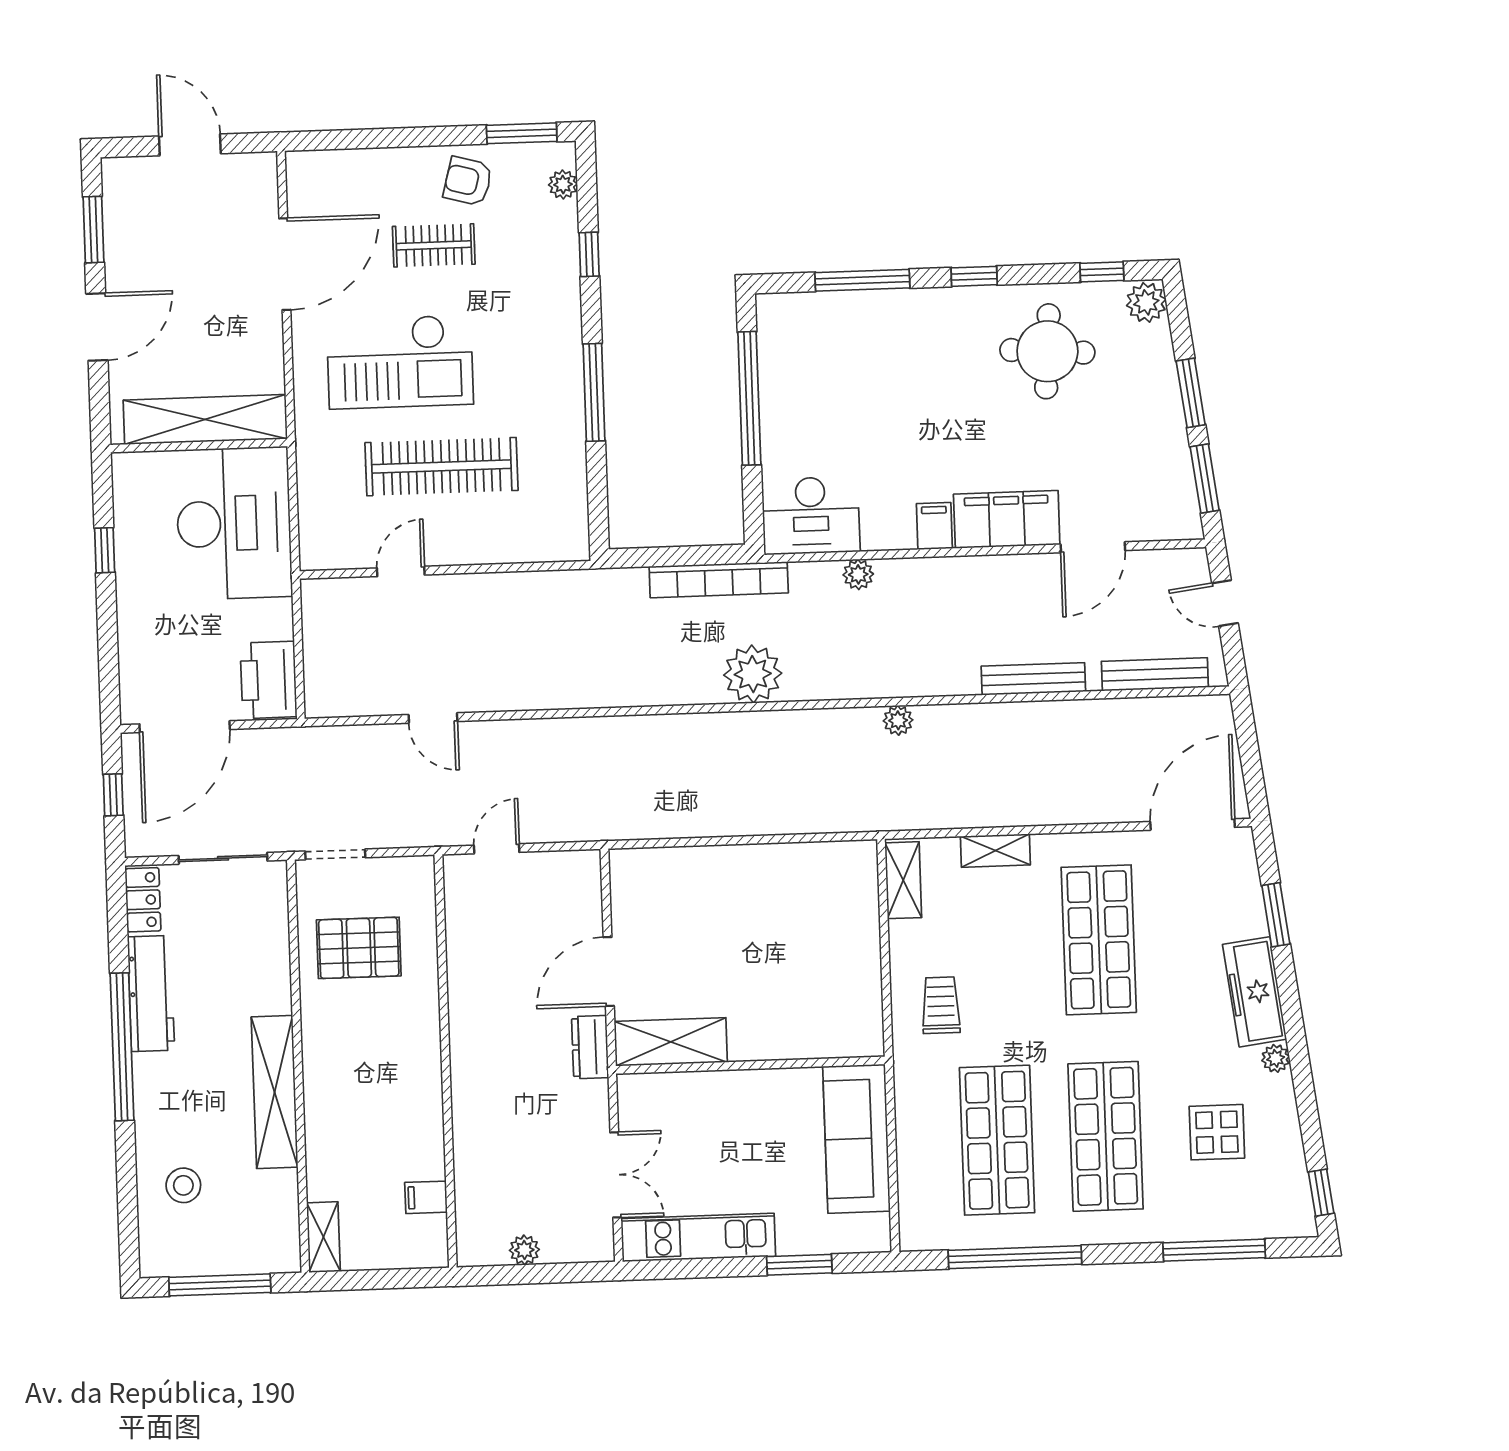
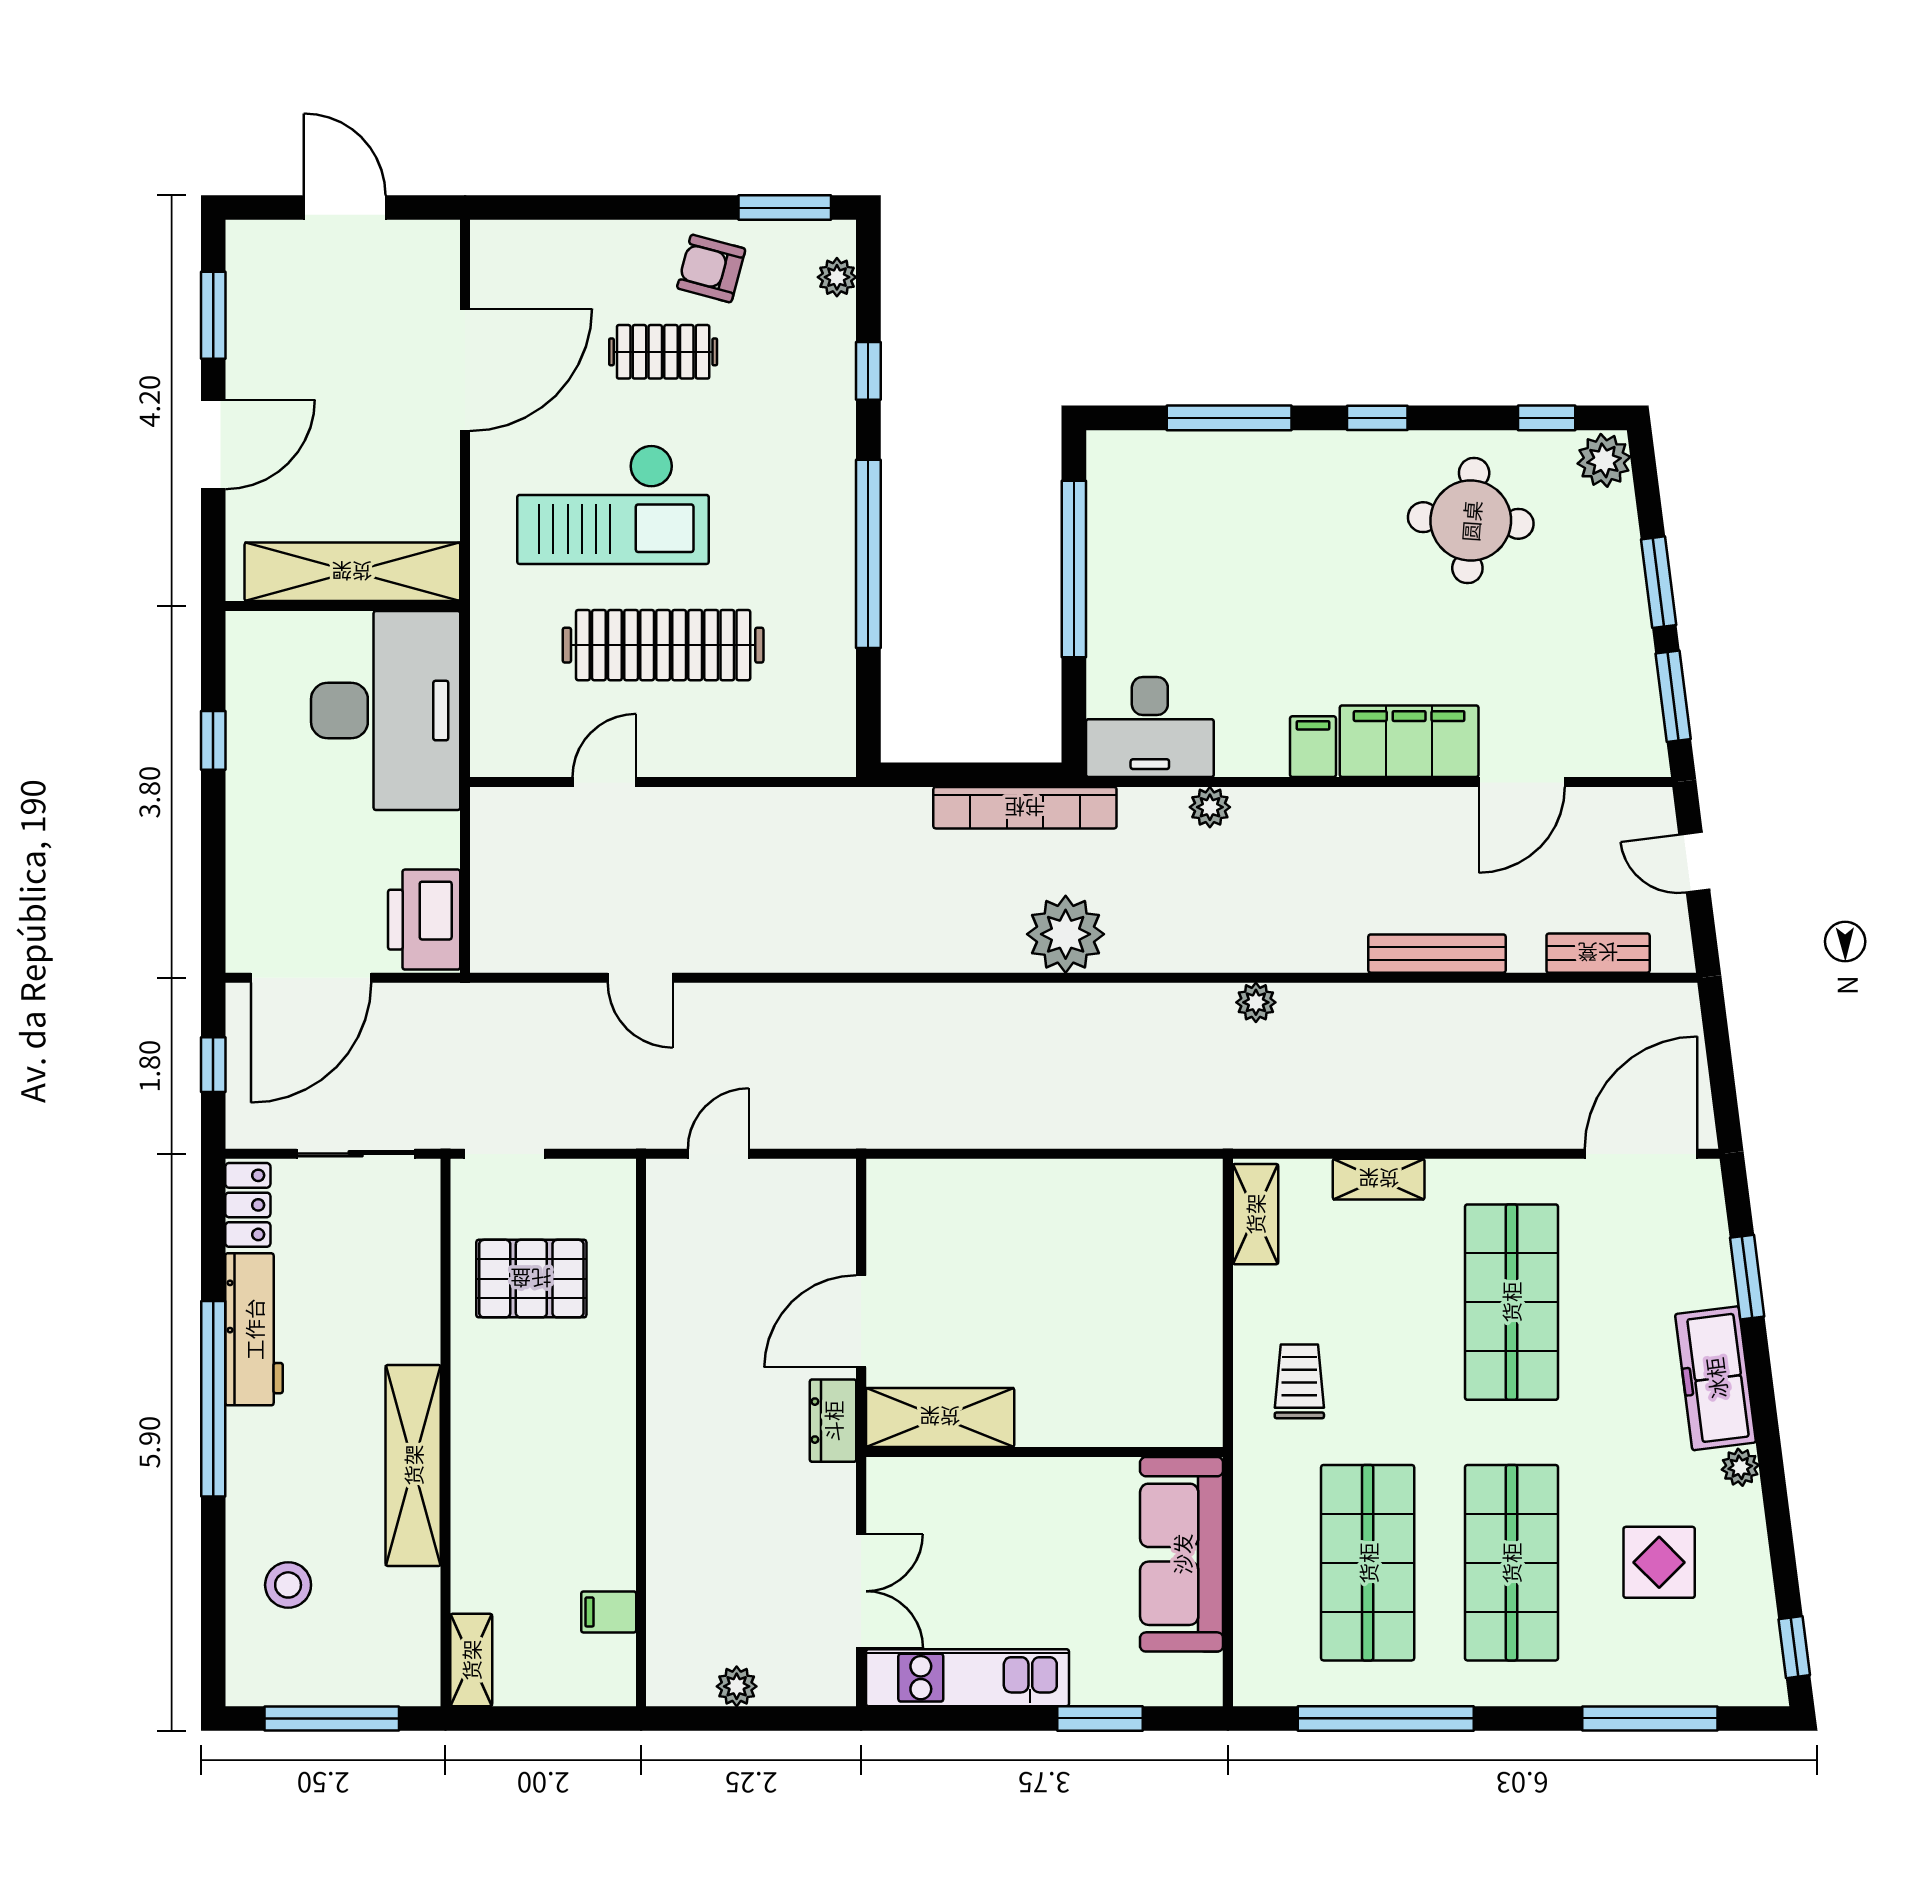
window: (594, 392) -> (868, 554), width x1.46
bench: (1155, 674) -> (1598, 953), width x0.73

